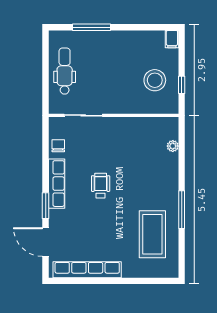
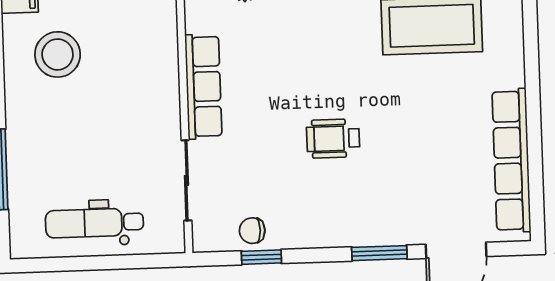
stool: (155, 80) -> (58, 54), moved
window: (46, 150) -> (261, 257), added
row of seats: (57, 184) -> (203, 87), moved, turned 90

